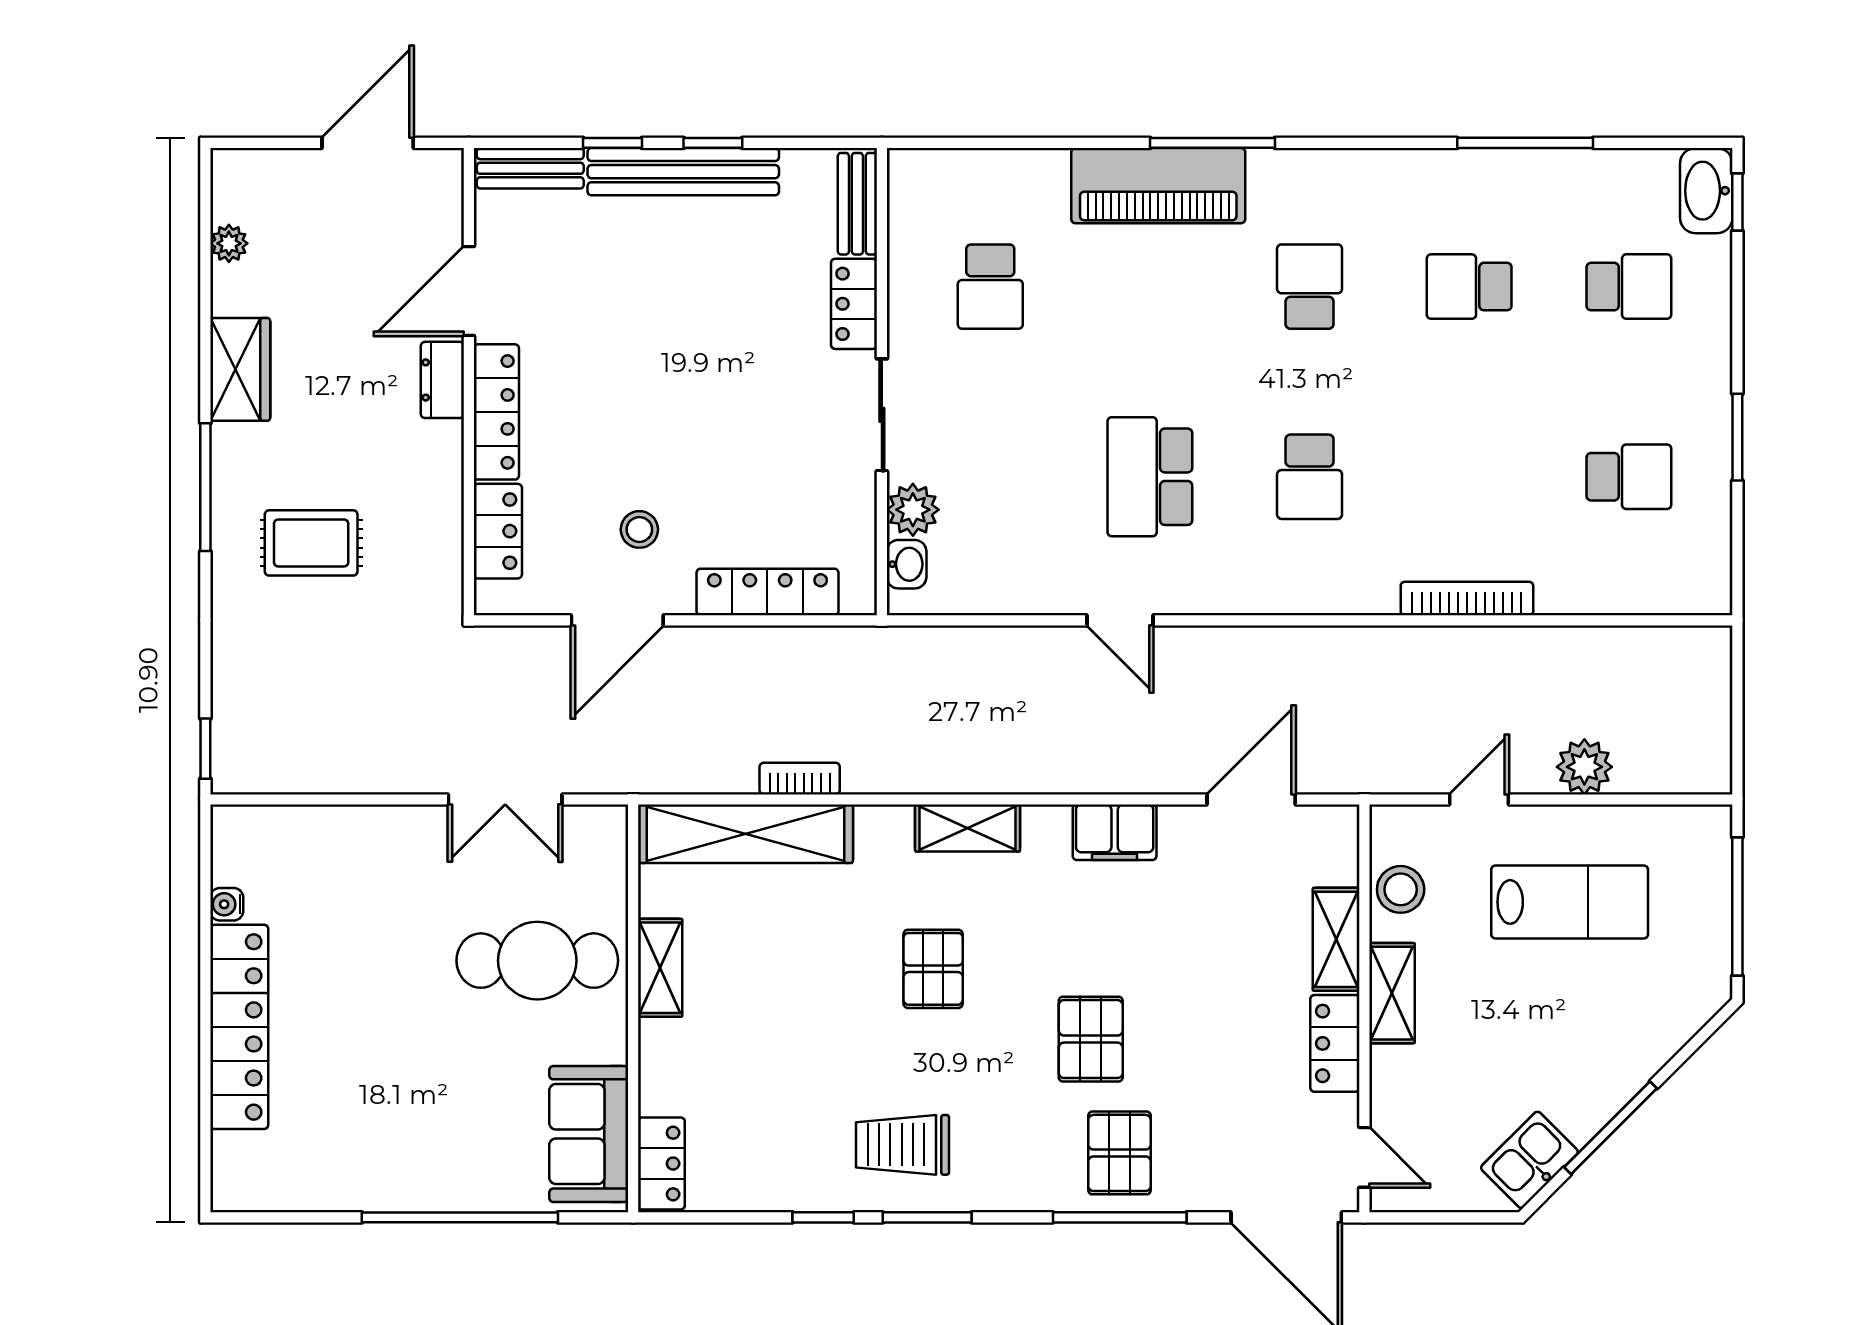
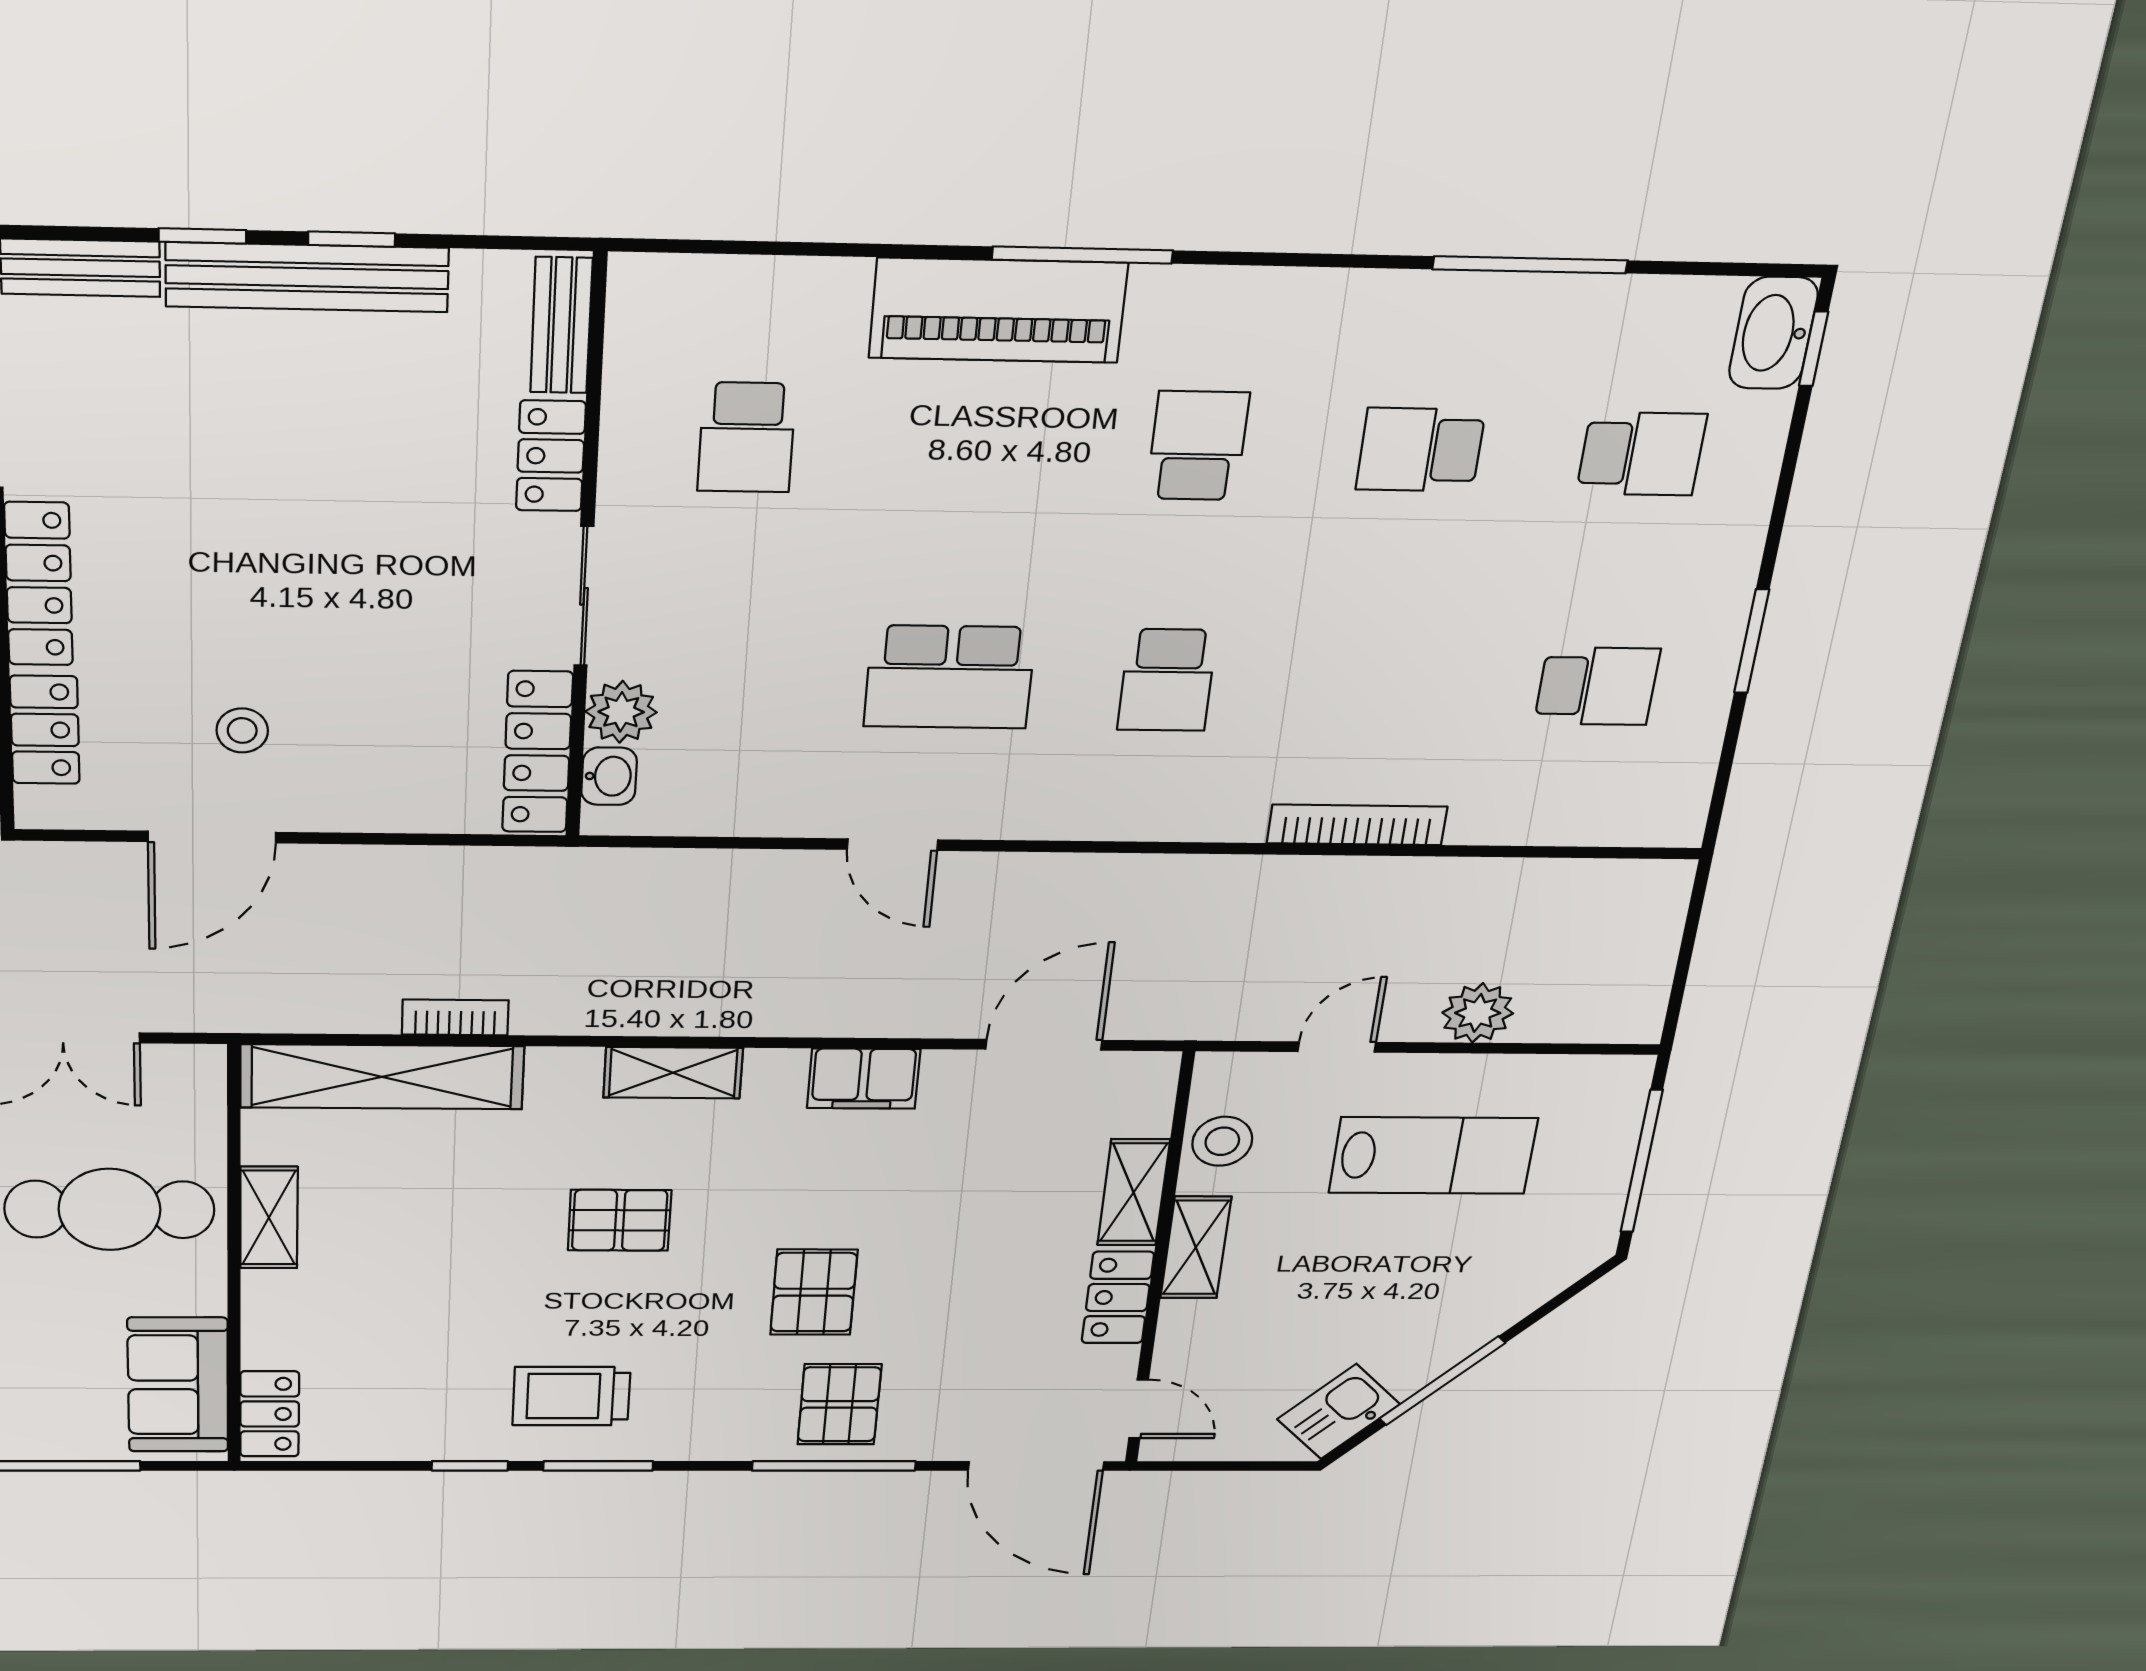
school desk: (1150, 477) -> (949, 677), turned -90
locker: (767, 592) -> (537, 752), moved, turned -90
pallet: (933, 969) -> (620, 1220), turned 90

